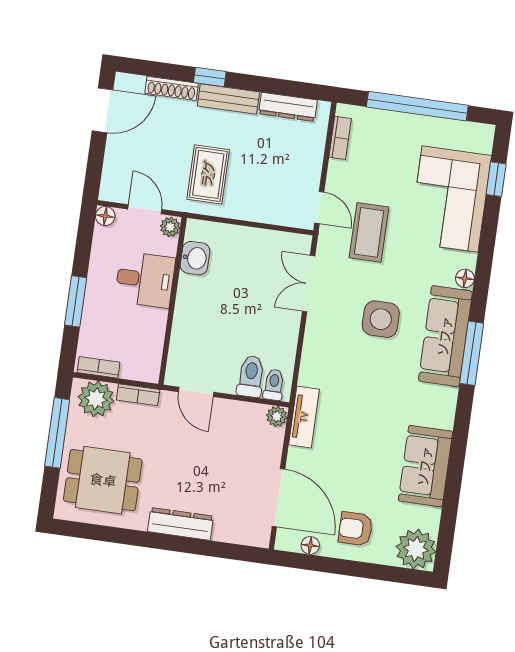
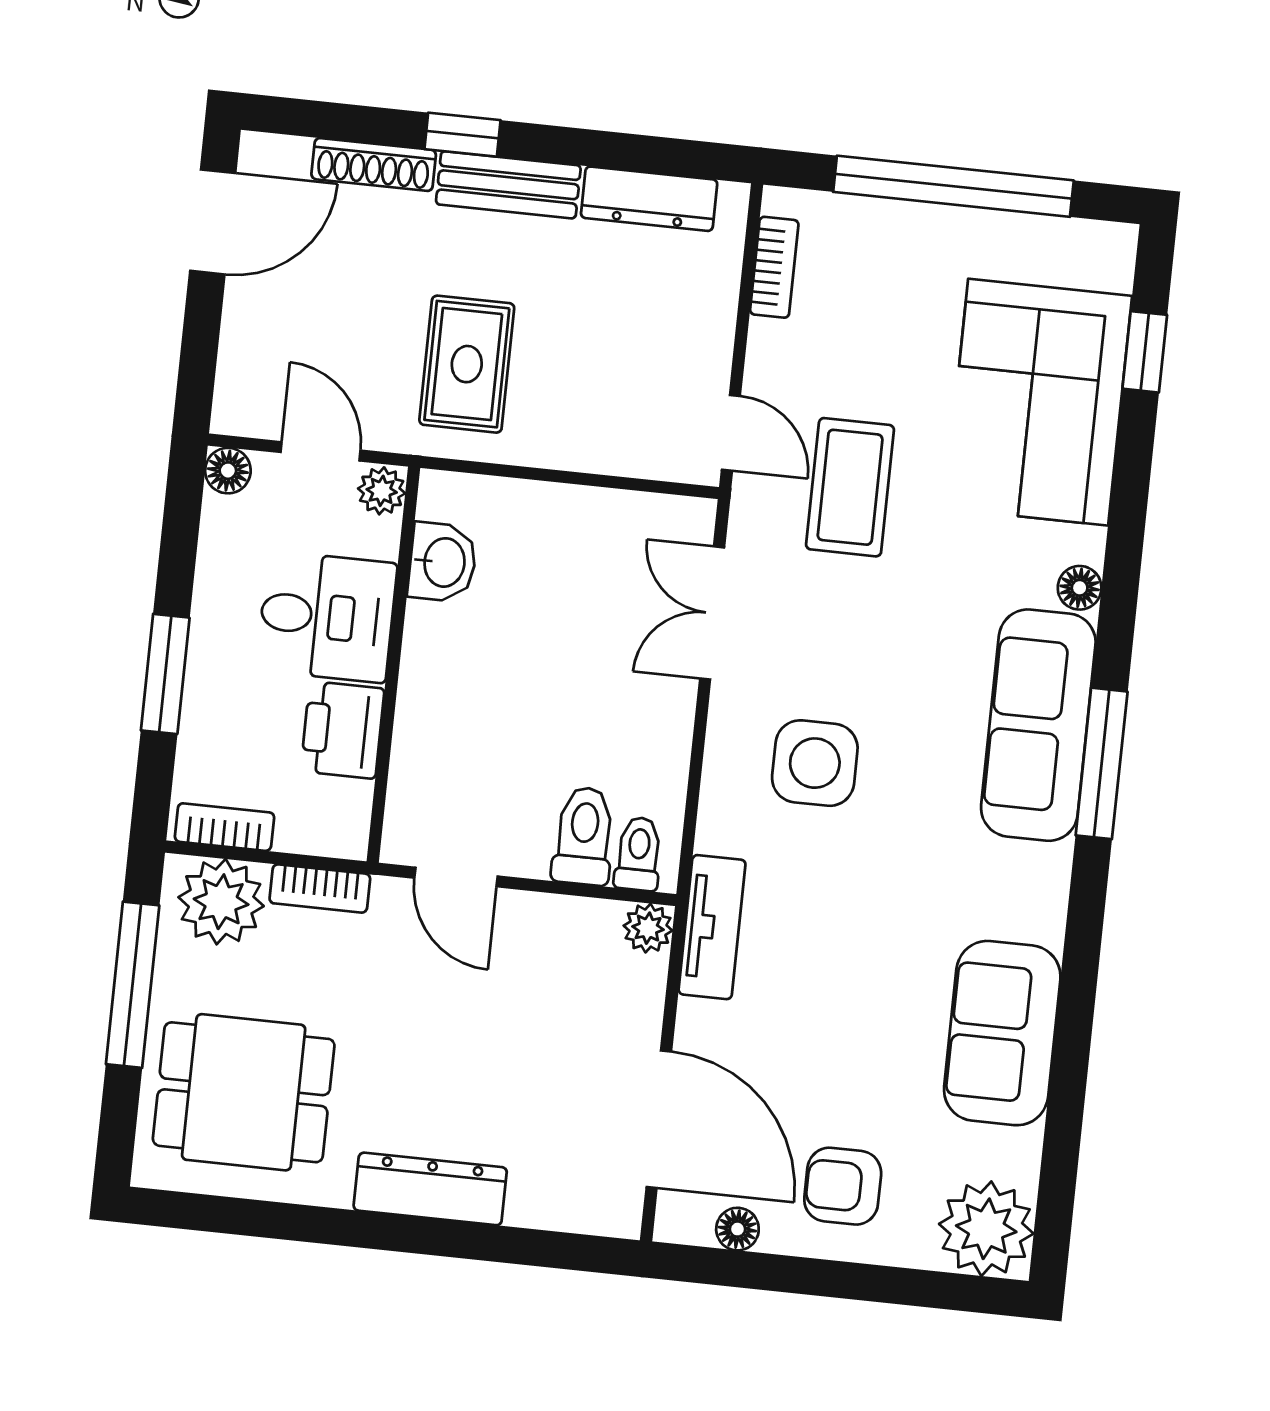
side table: (381, 319) -> (815, 763), moved
printer: (150, 328) -> (343, 730), added

